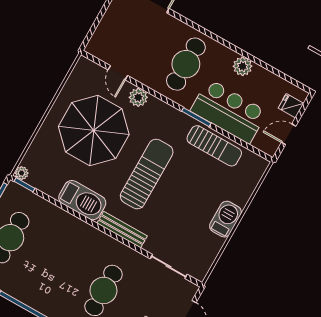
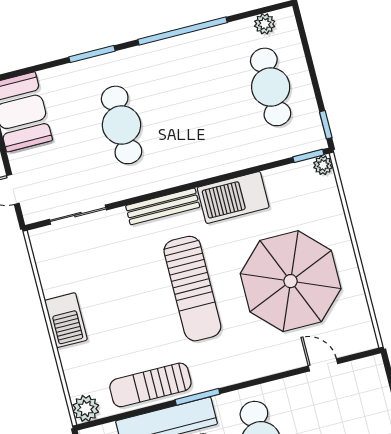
plant: (138, 97) -> (86, 408), moved

